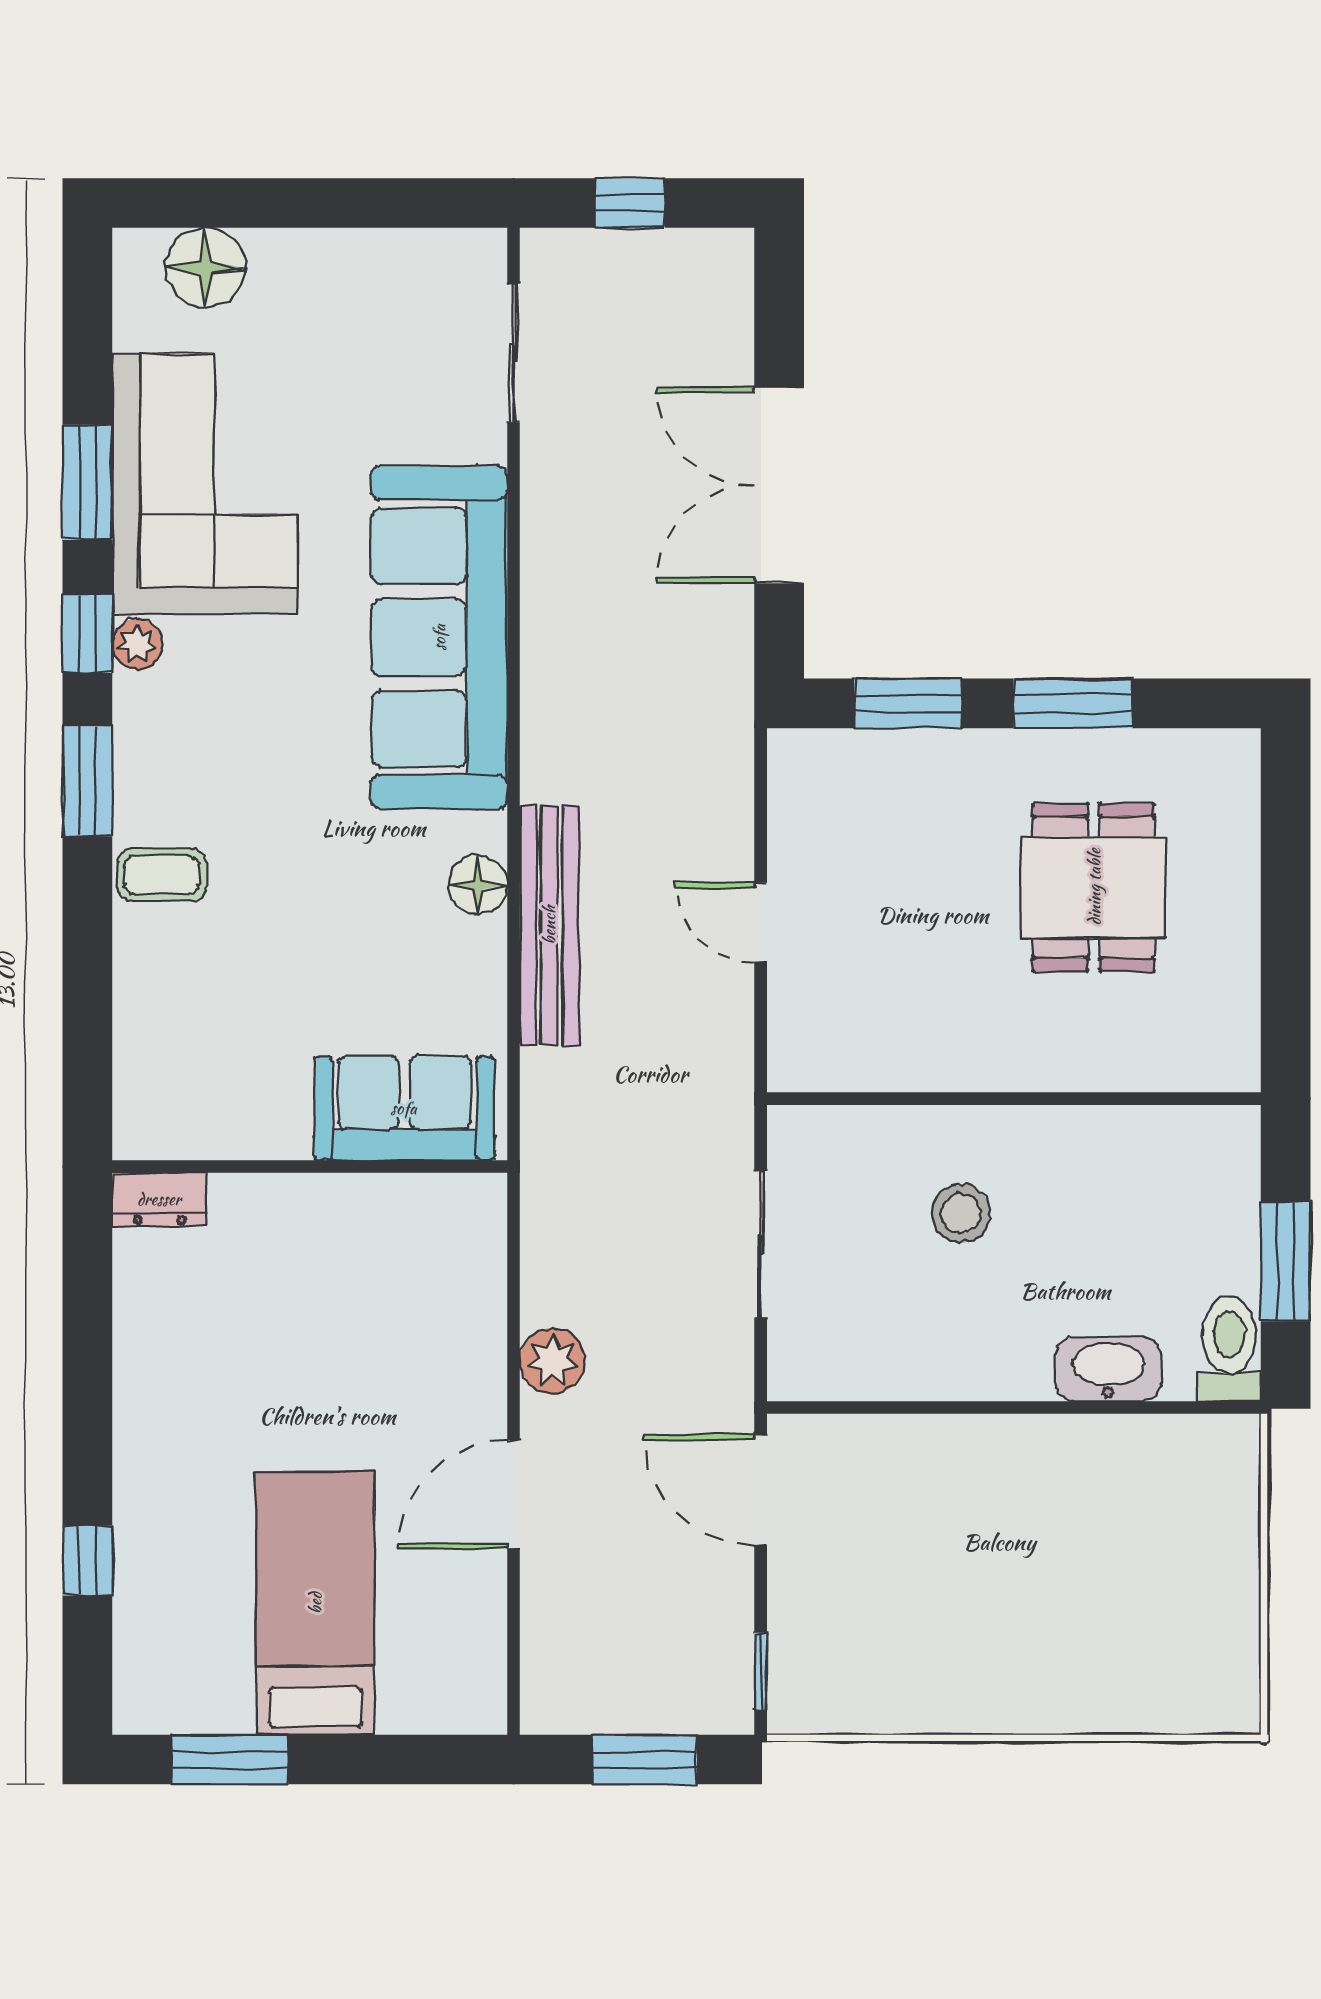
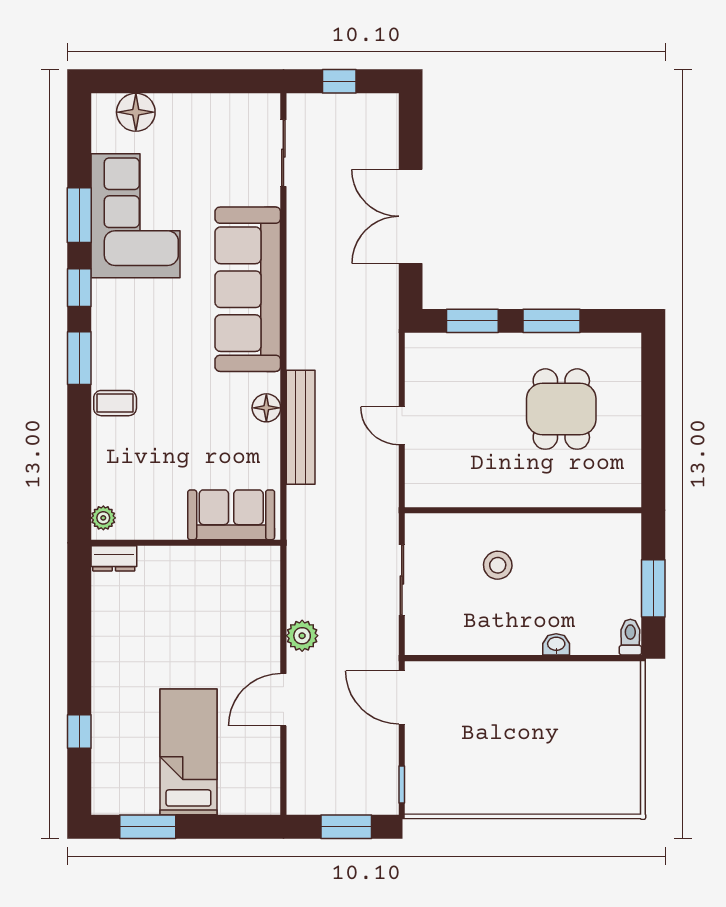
plant: (137, 644) -> (103, 518), moved
toilet: (1229, 1349) -> (630, 637), width x0.73, depth x0.72
washbasin: (1108, 1369) -> (556, 644), width x0.52, depth x0.69

